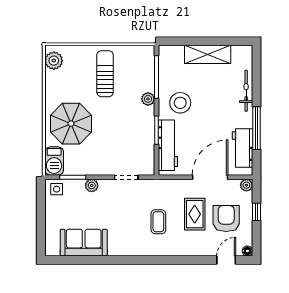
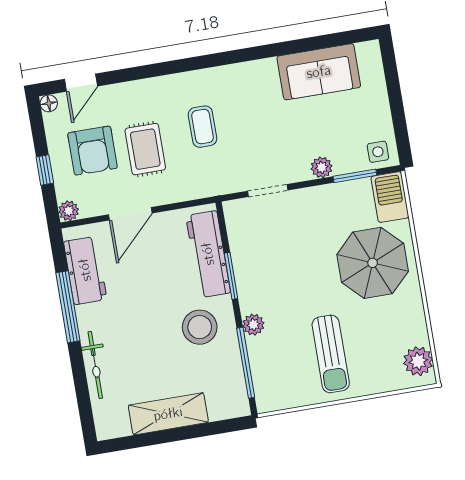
door: (210, 177) -> (130, 214), width x0.73

